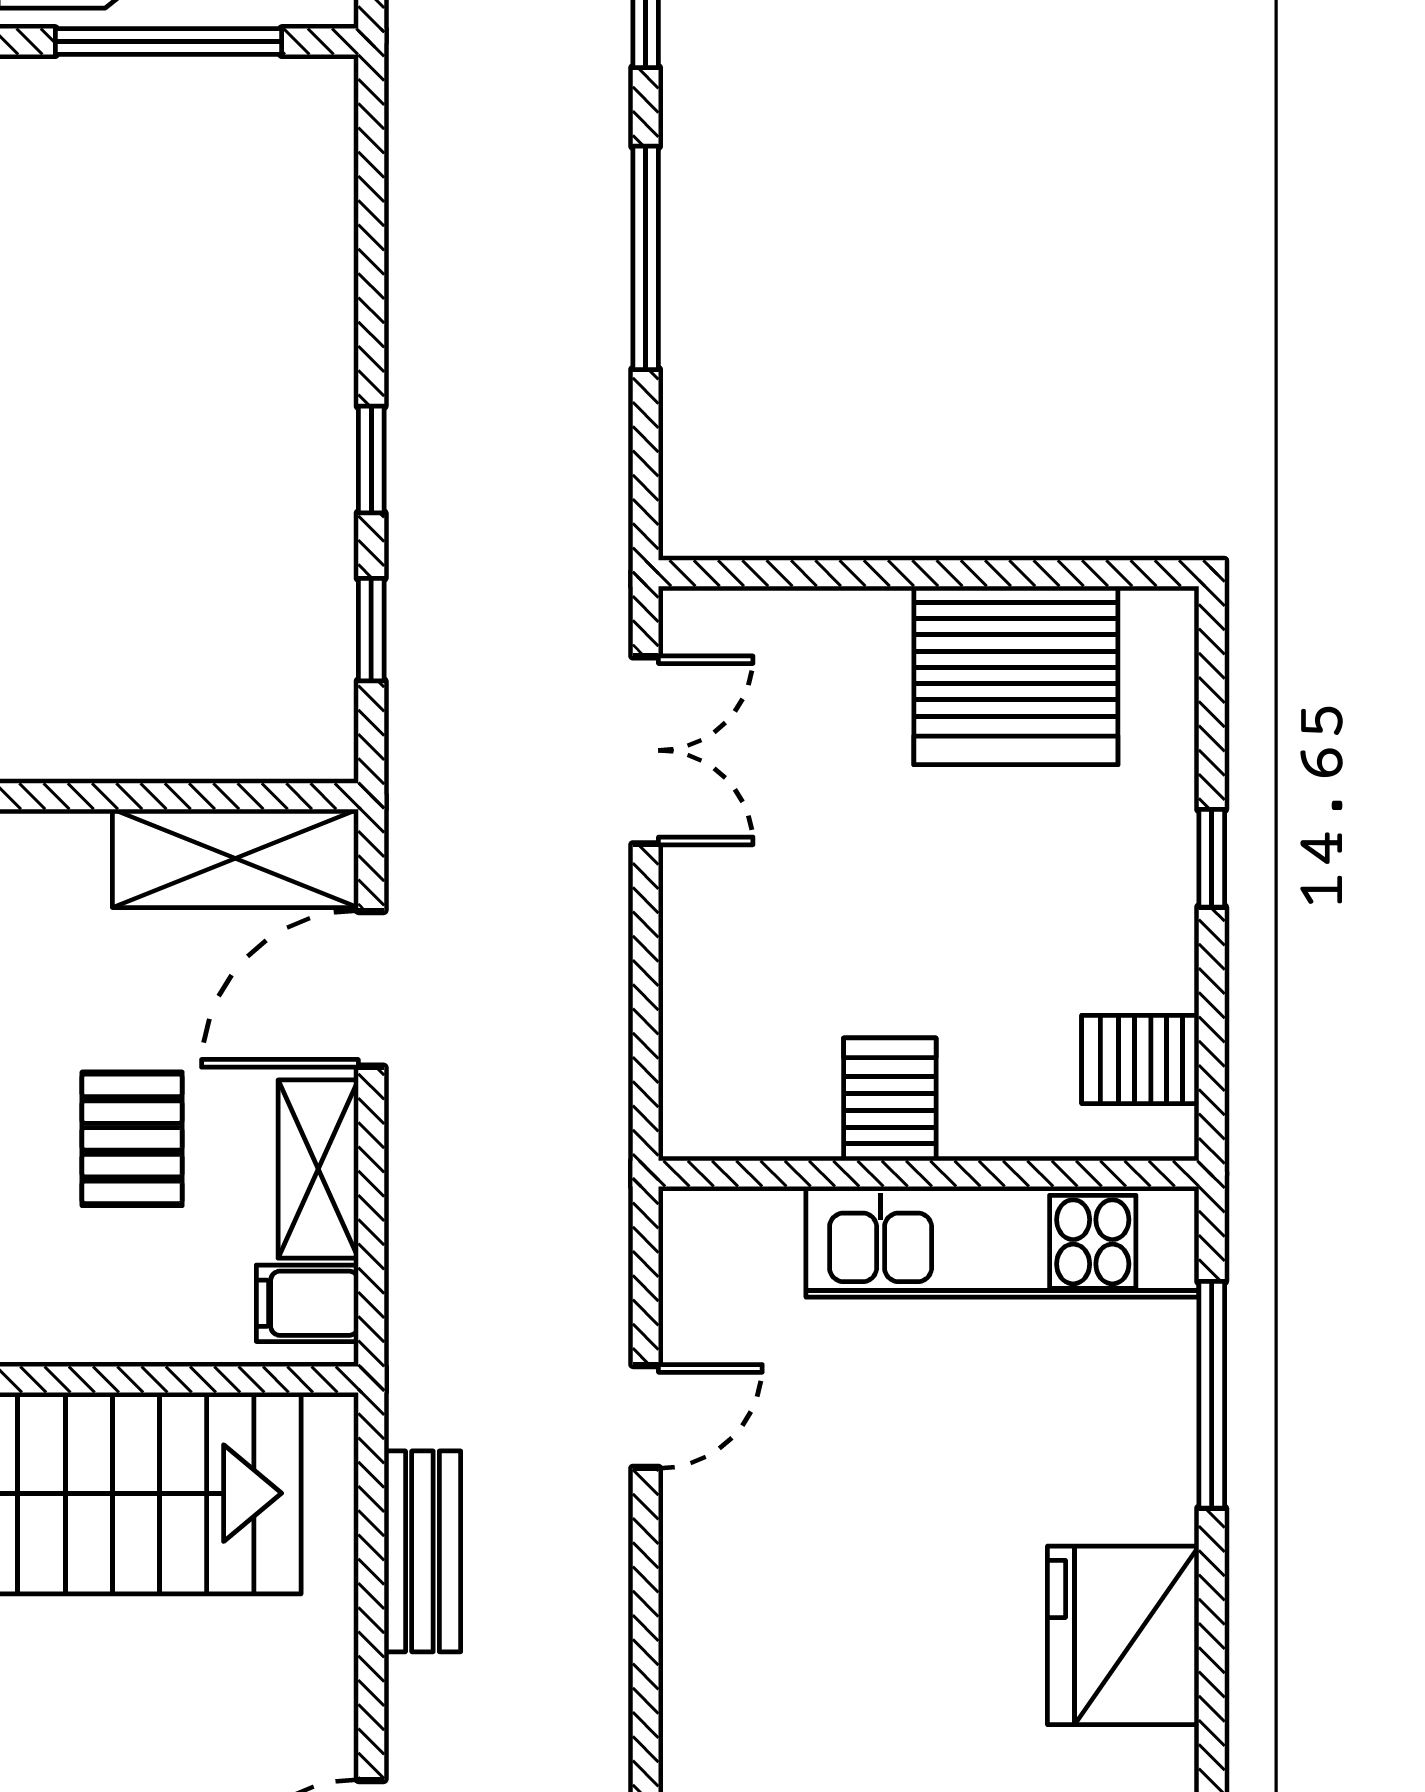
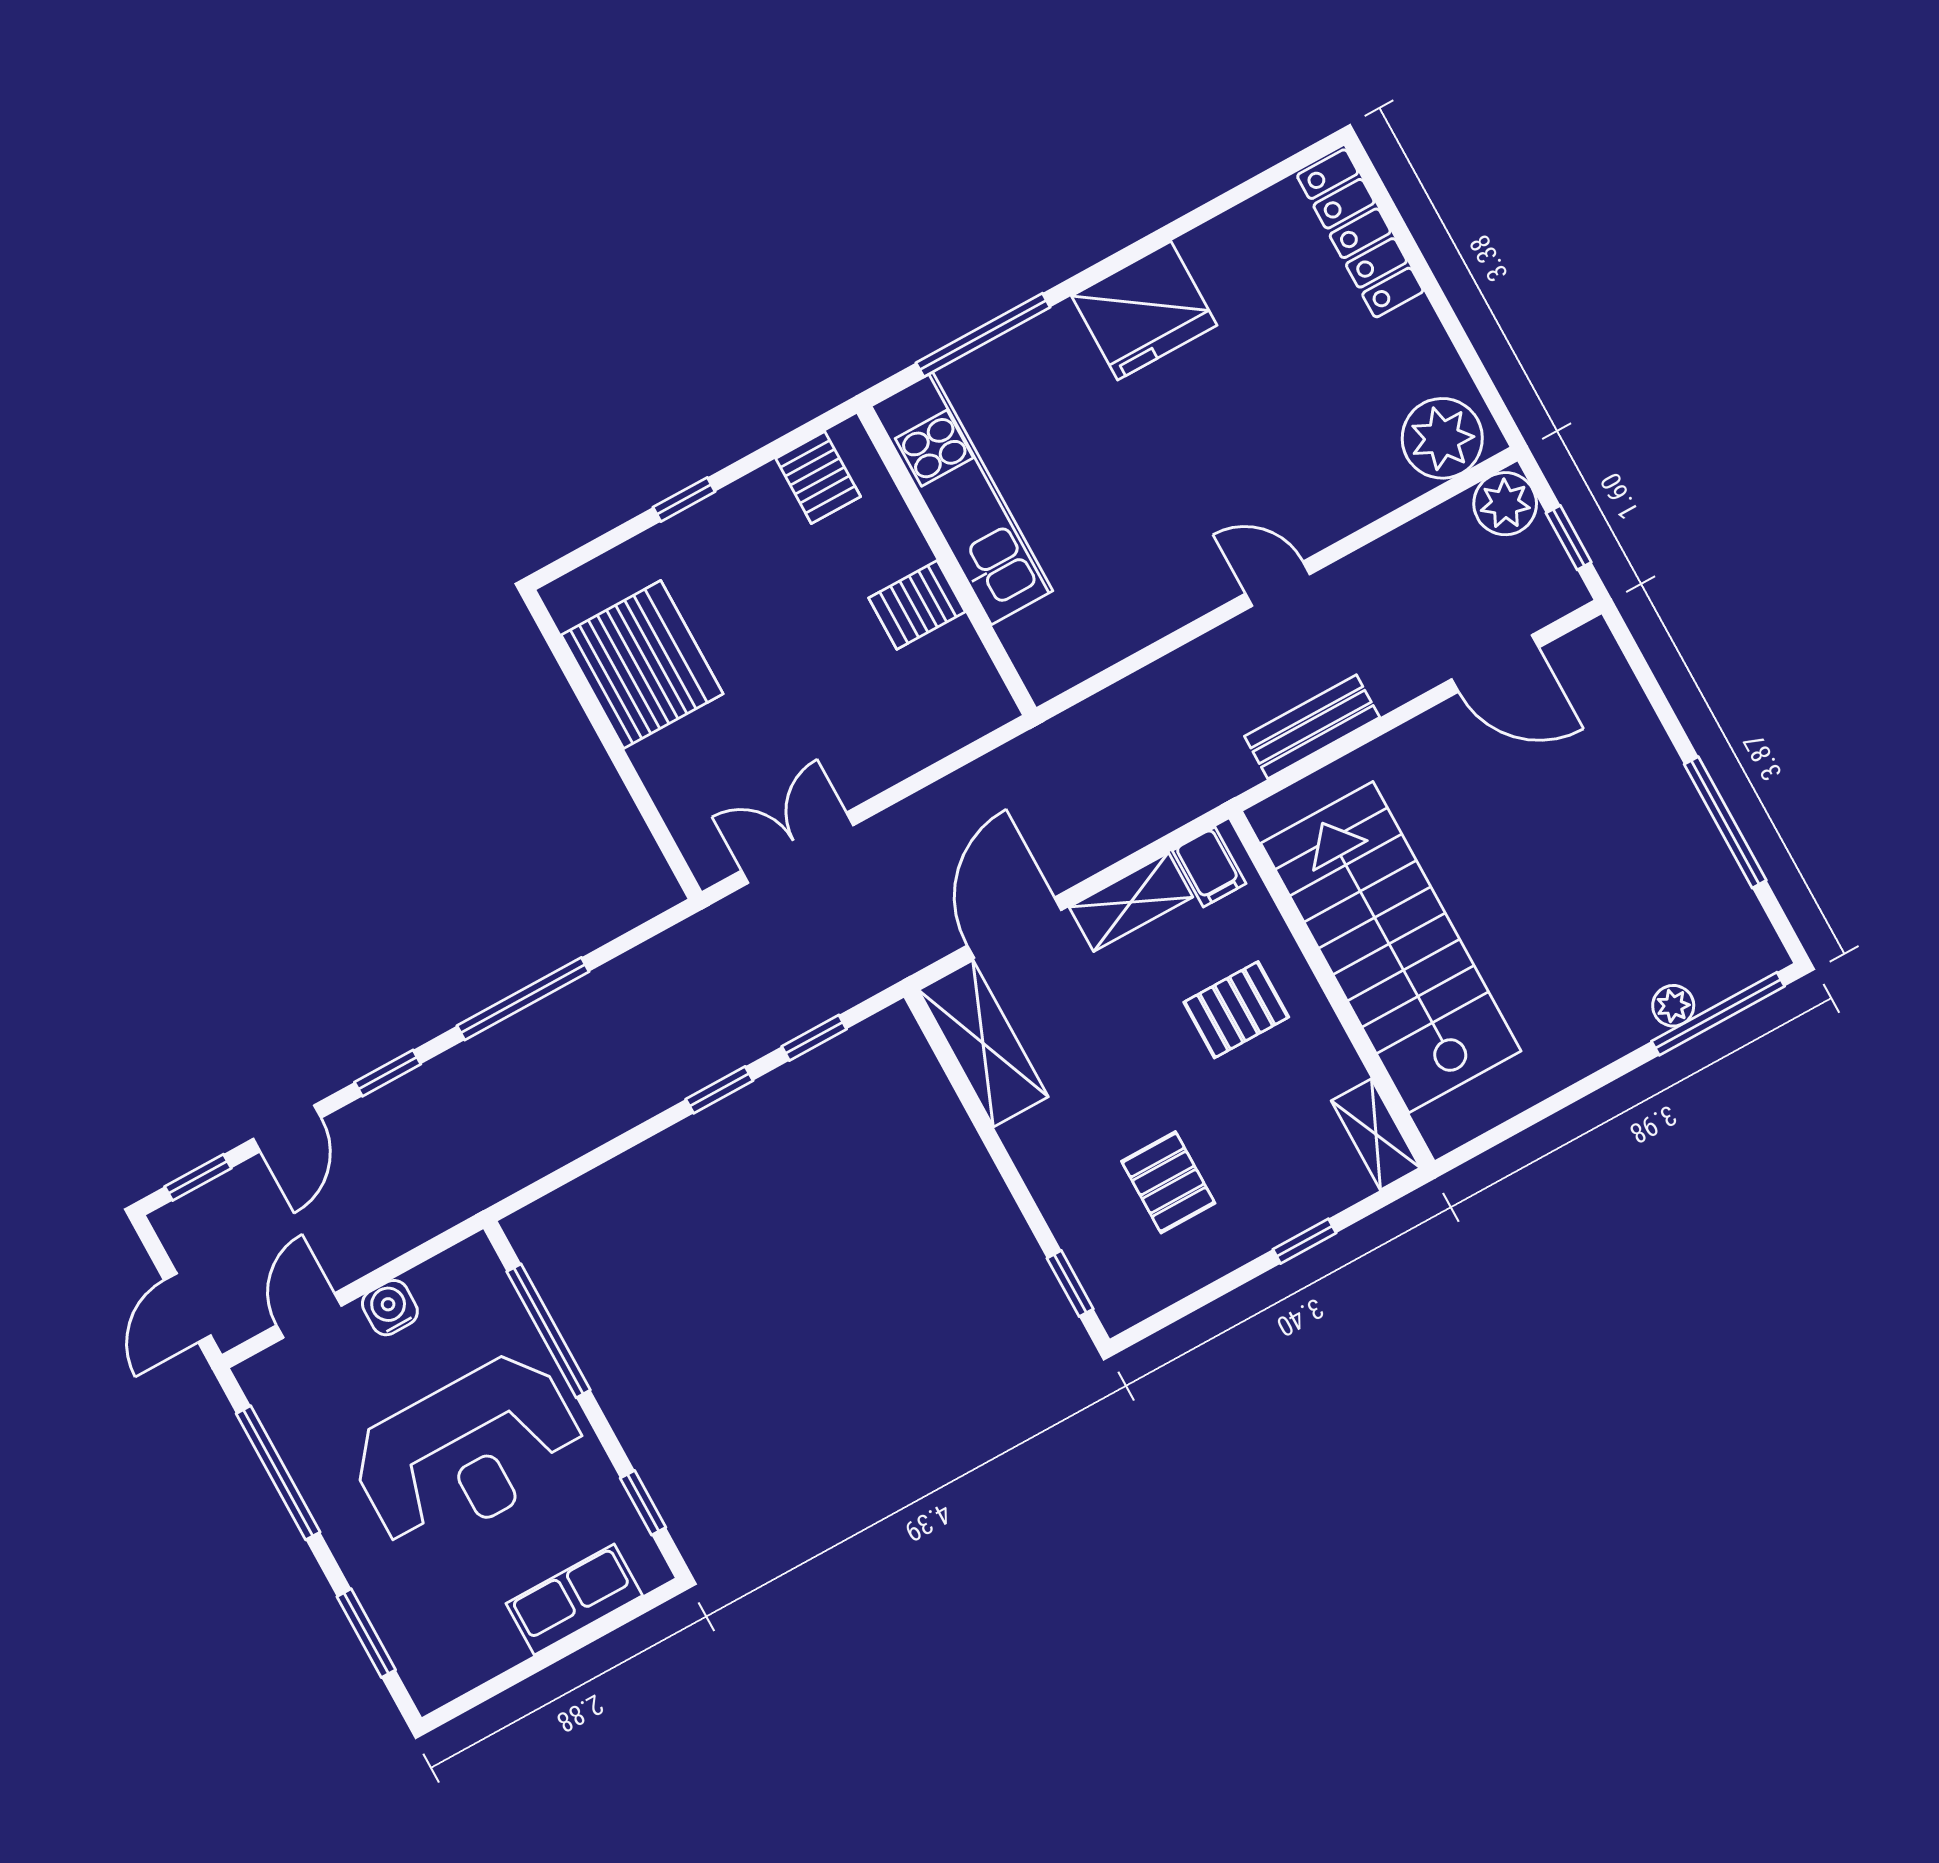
door: (371, 989) -> (1014, 928), swing flipped
pallet: (132, 1139) -> (1236, 1010), moved
door: (646, 1416) -> (1278, 584), moved

